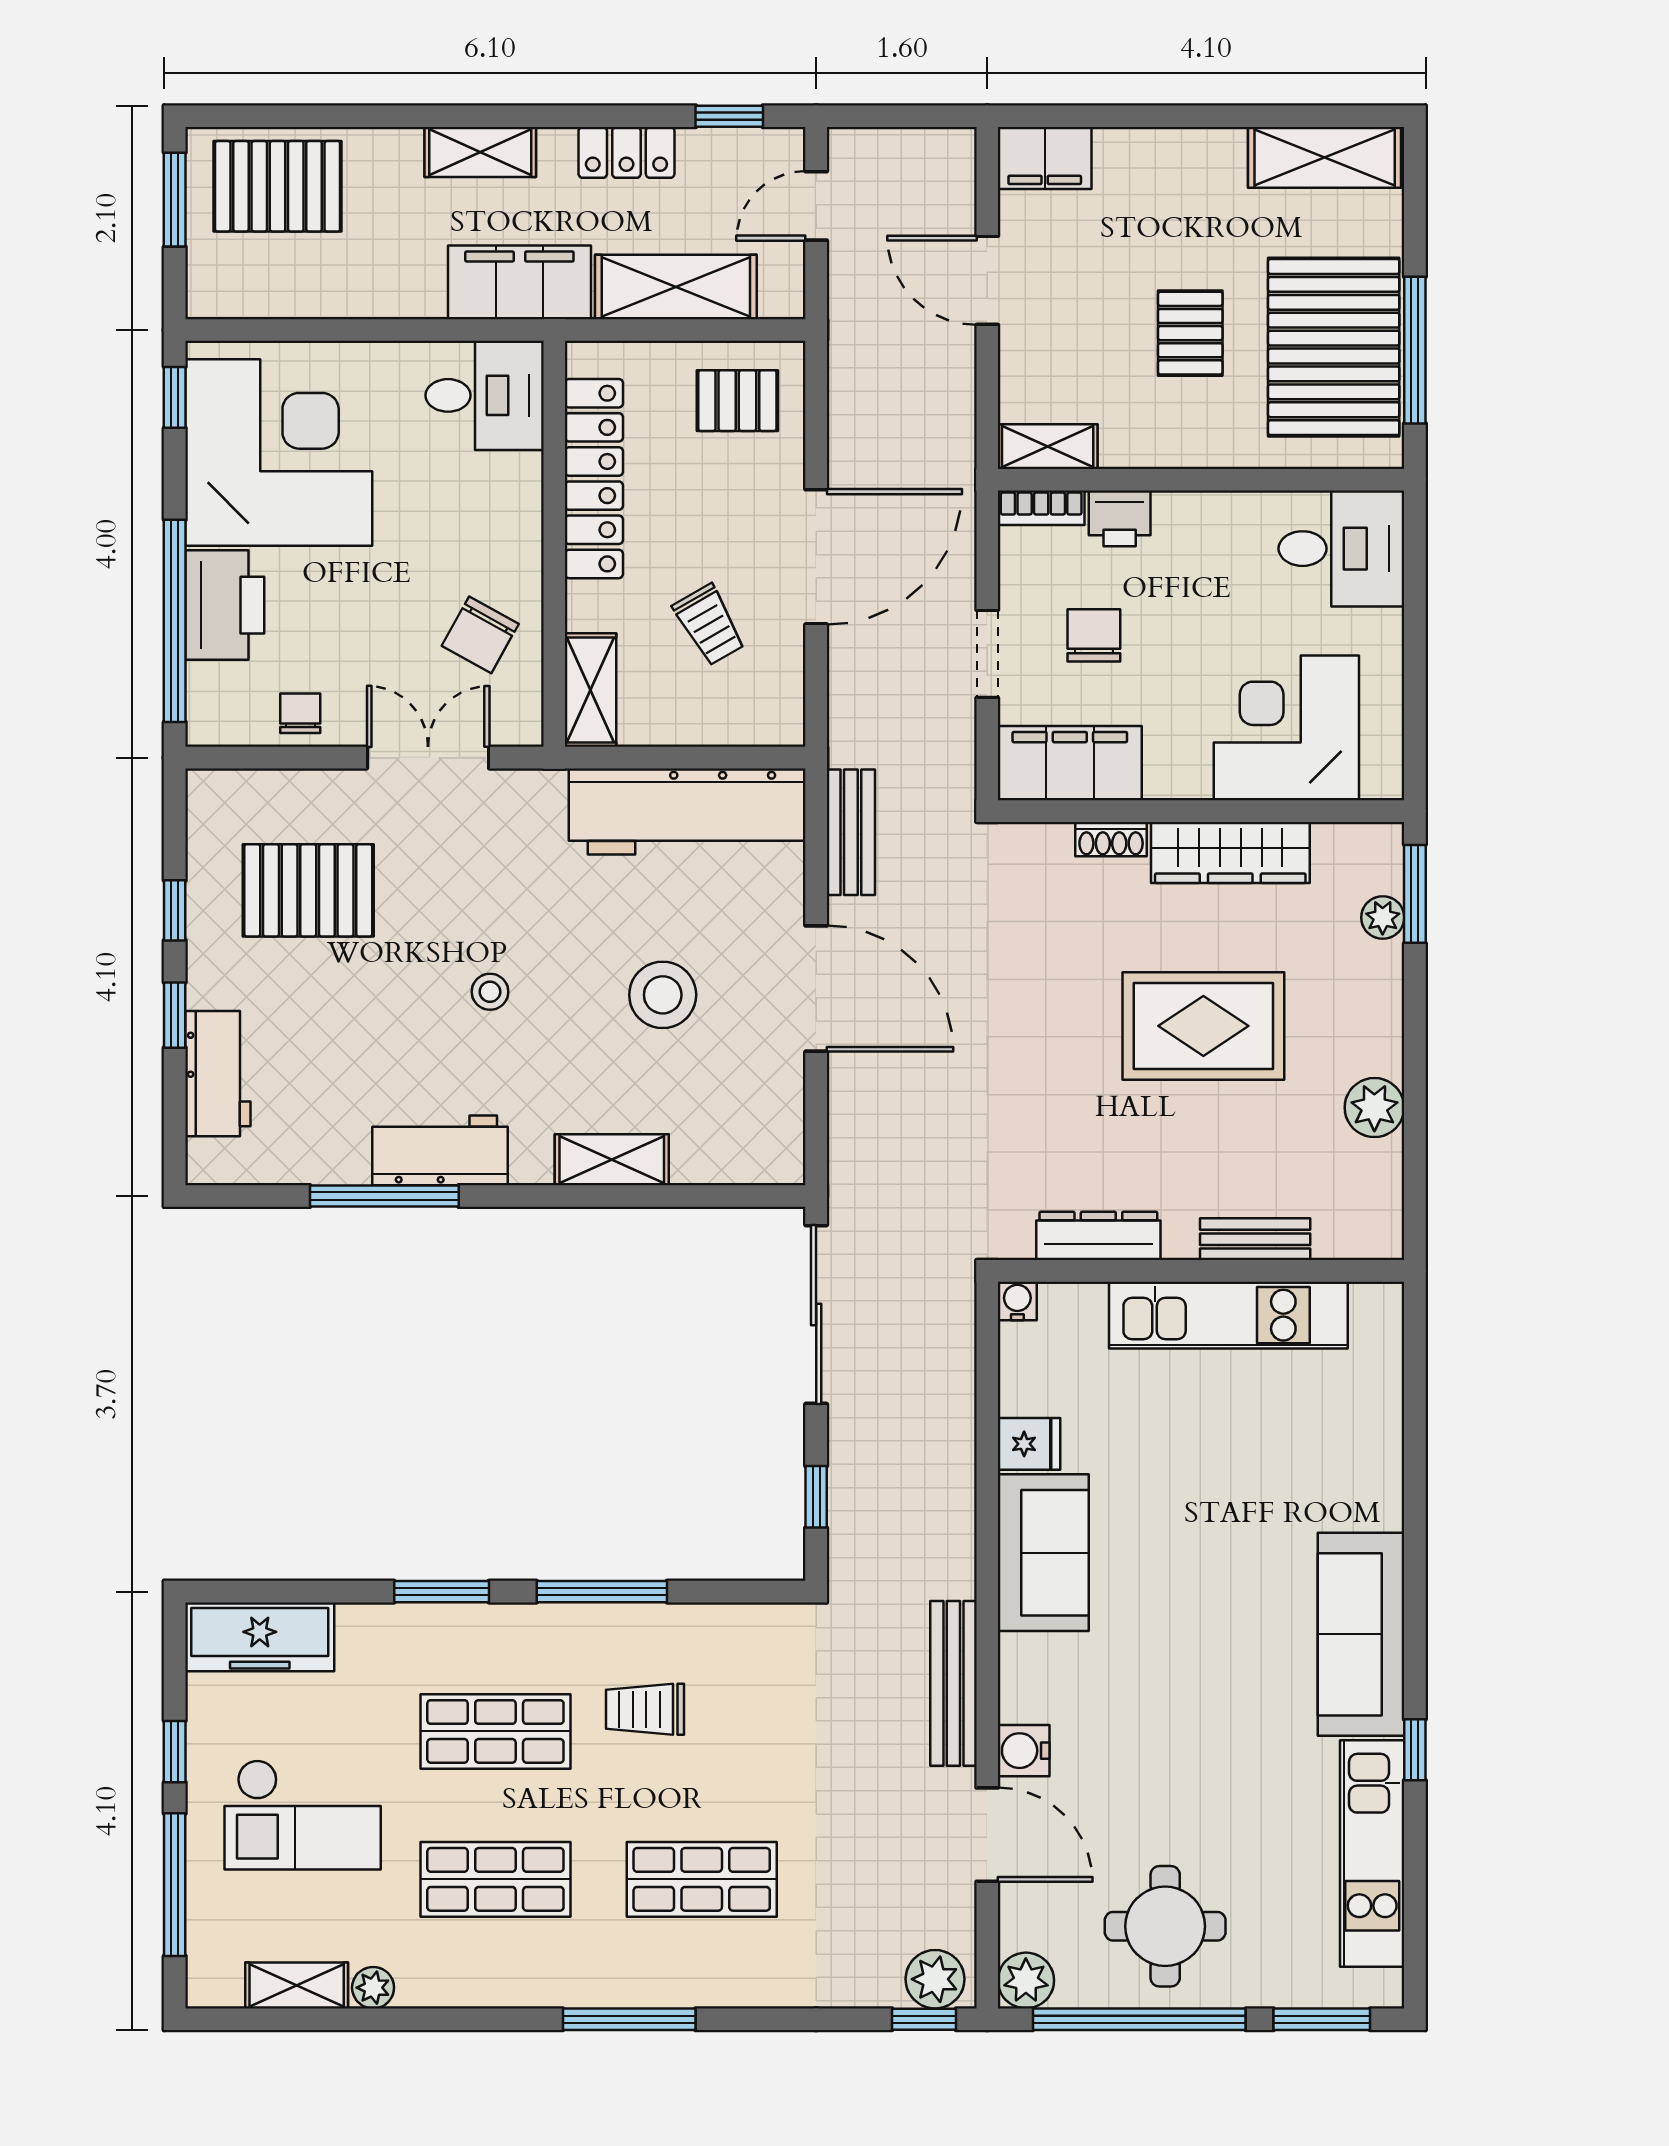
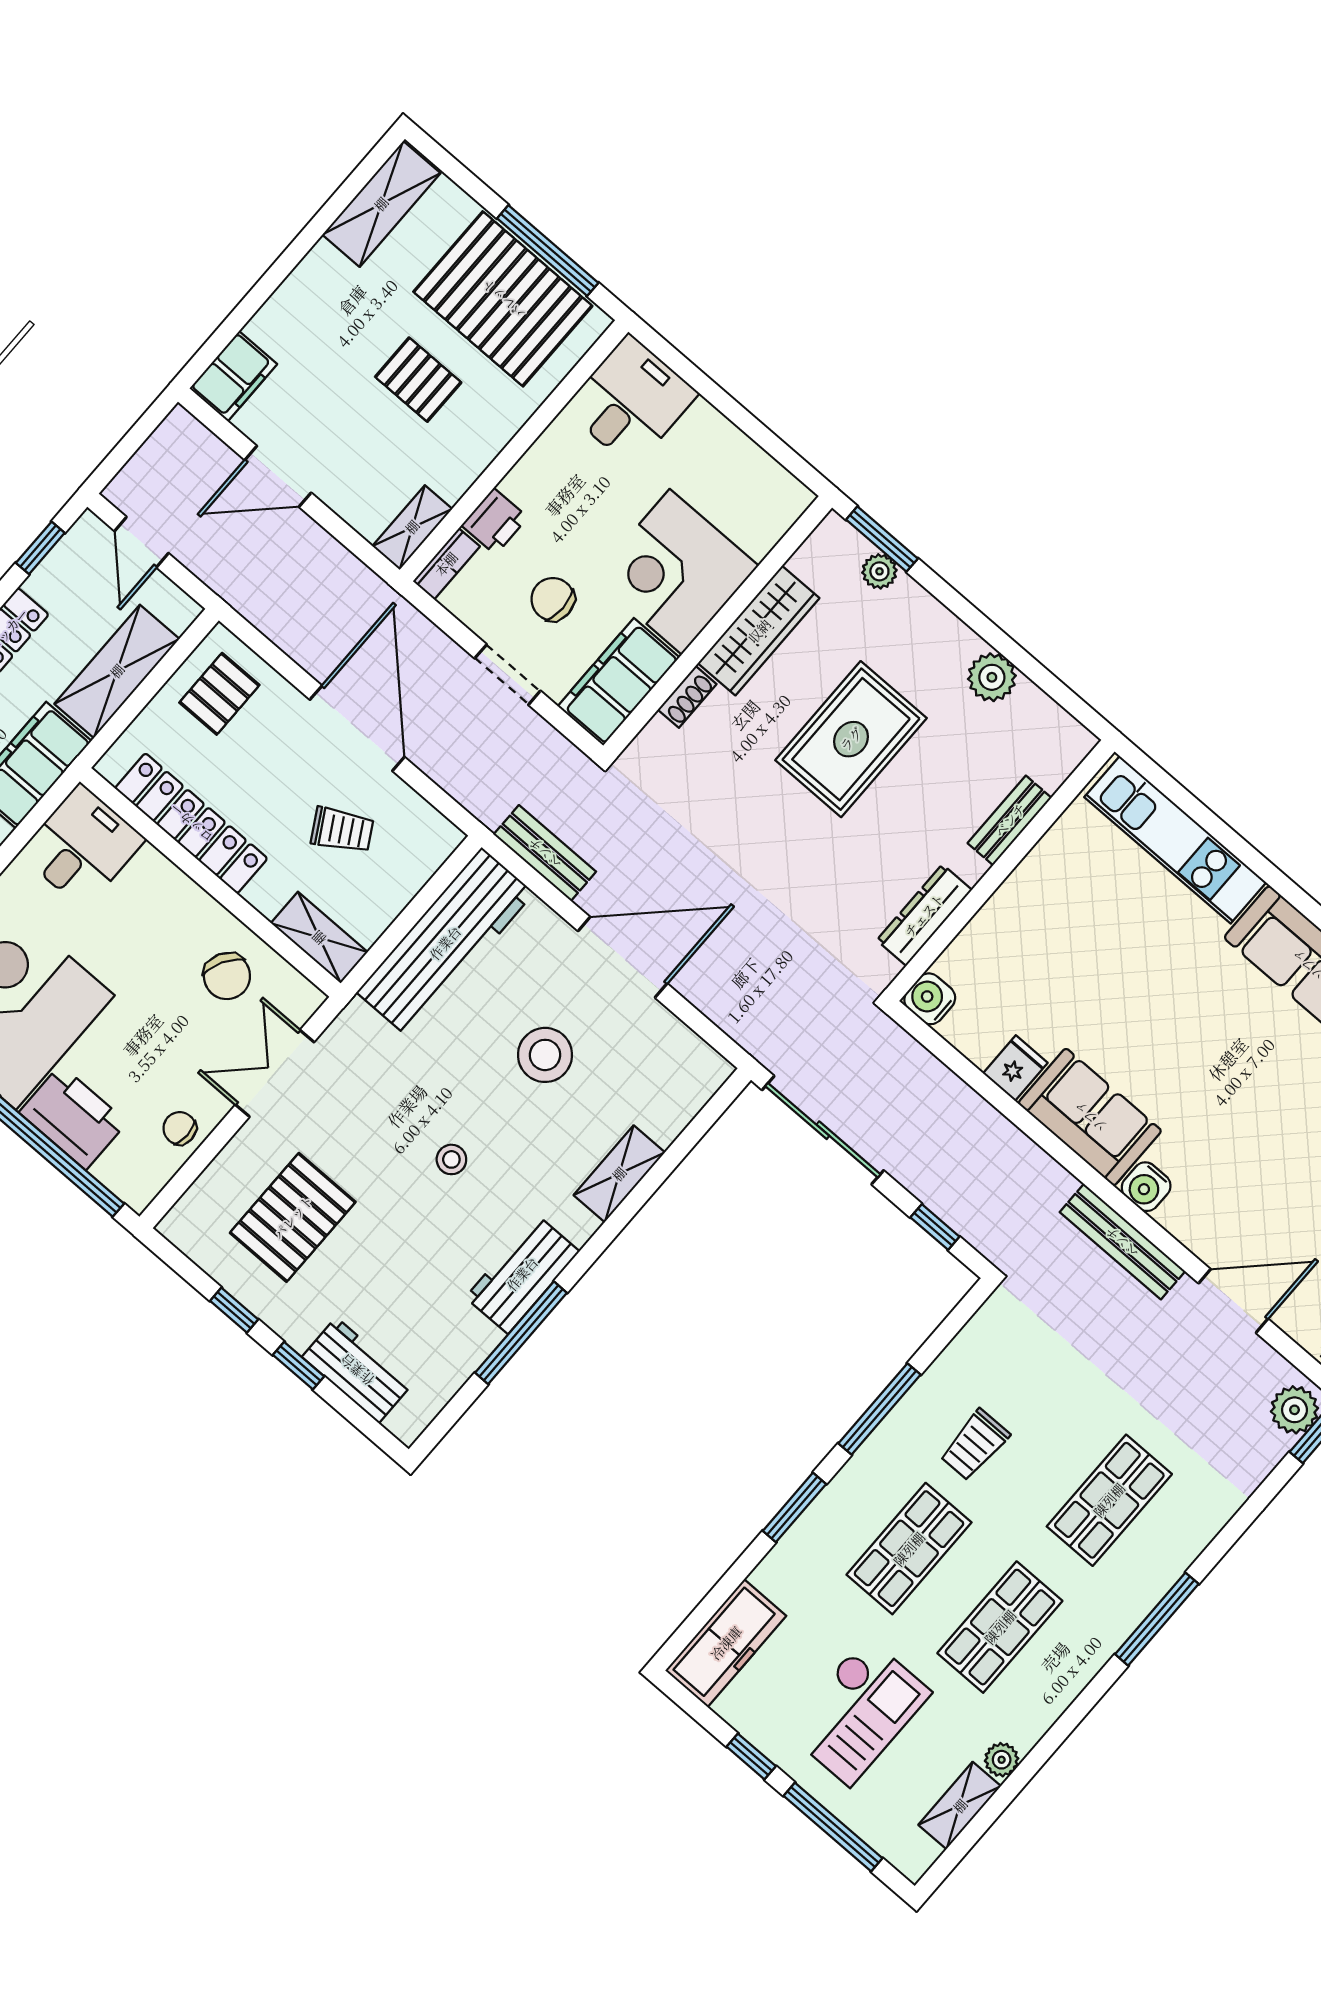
corner desk: (1286, 728) -> (676, 572), moved
water cooler: (1017, 1301) -> (930, 999), width x1.38, depth x1.38
kitchen unit: (1228, 1315) -> (1175, 840), moved, turned 90
water cooler: (1024, 1751) -> (1146, 1187), moved

